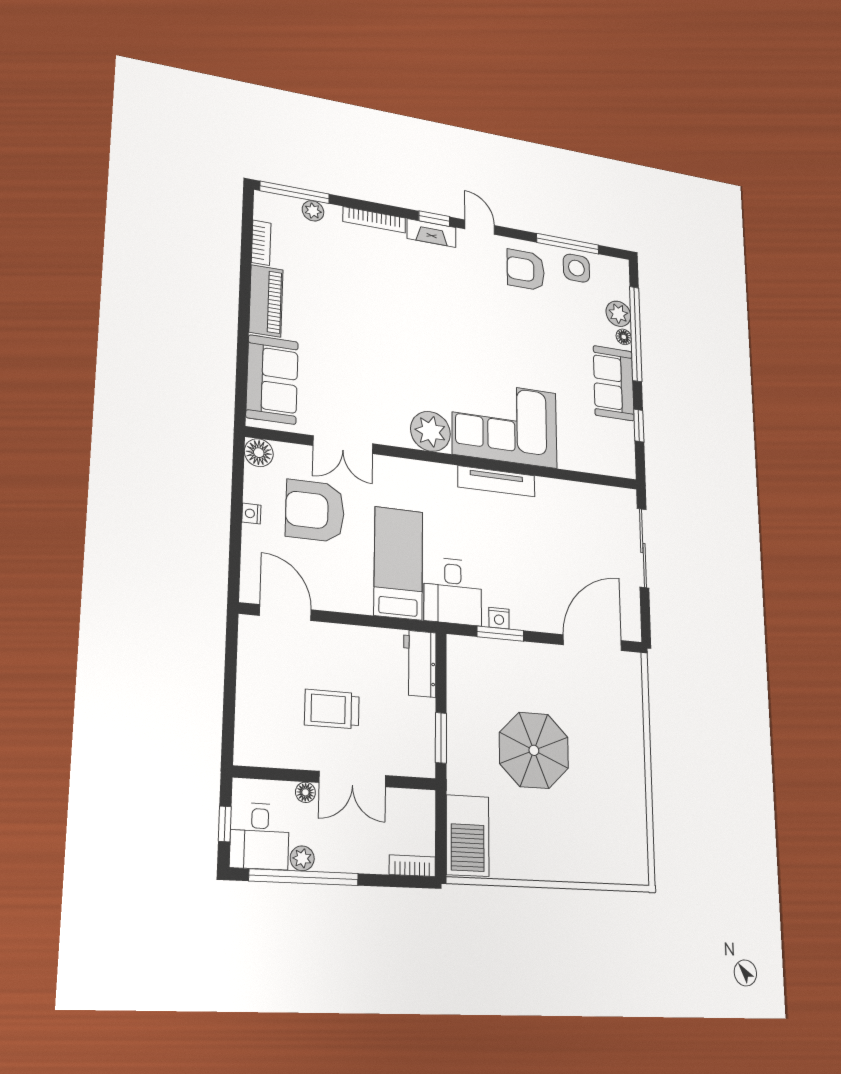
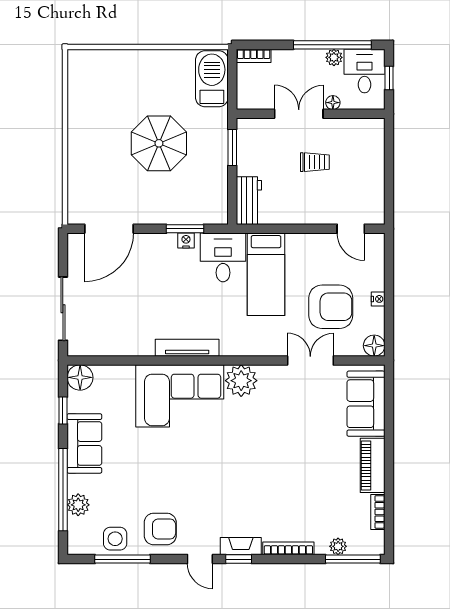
floor lamp: (624, 337) -> (80, 377), moved, width x1.89, depth x1.89
door: (285, 613) -> (351, 229), width x0.73
trolley: (332, 709) -> (315, 162), width x0.73, depth x0.72

